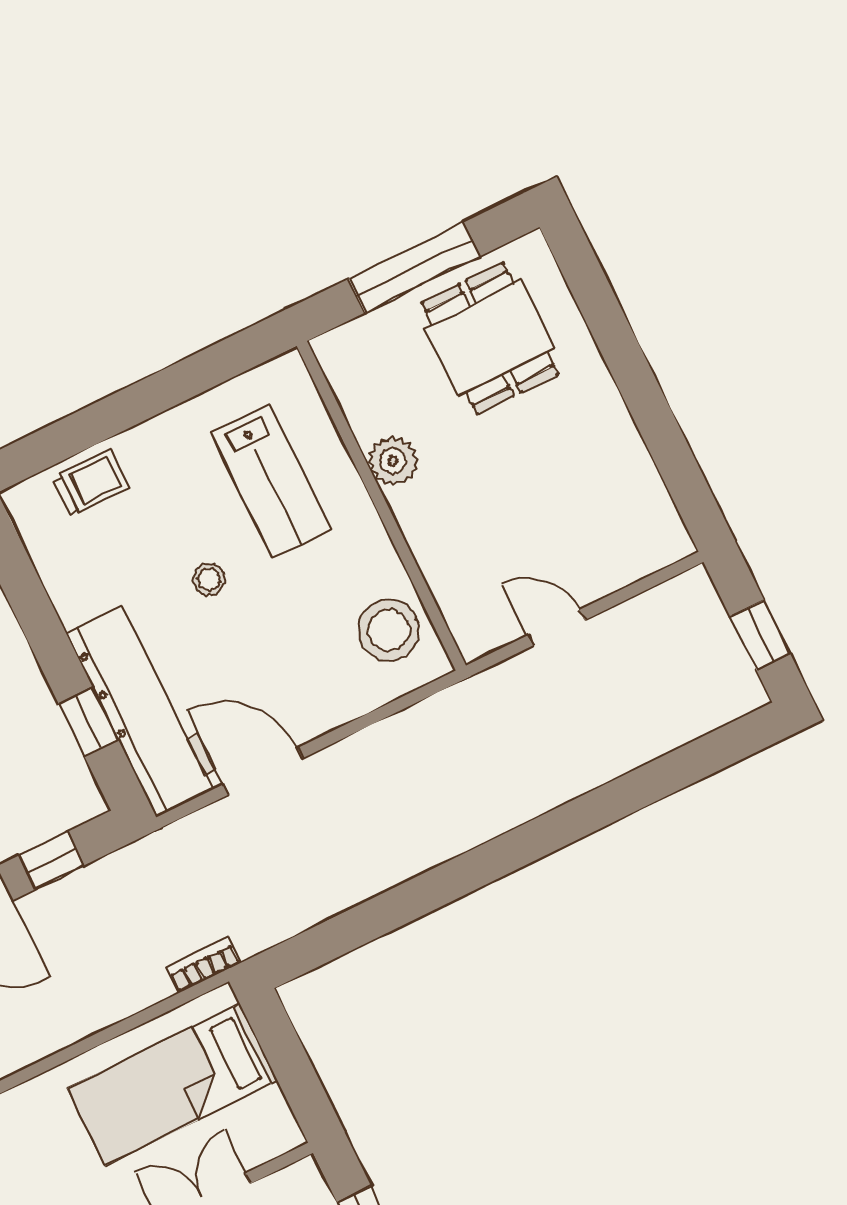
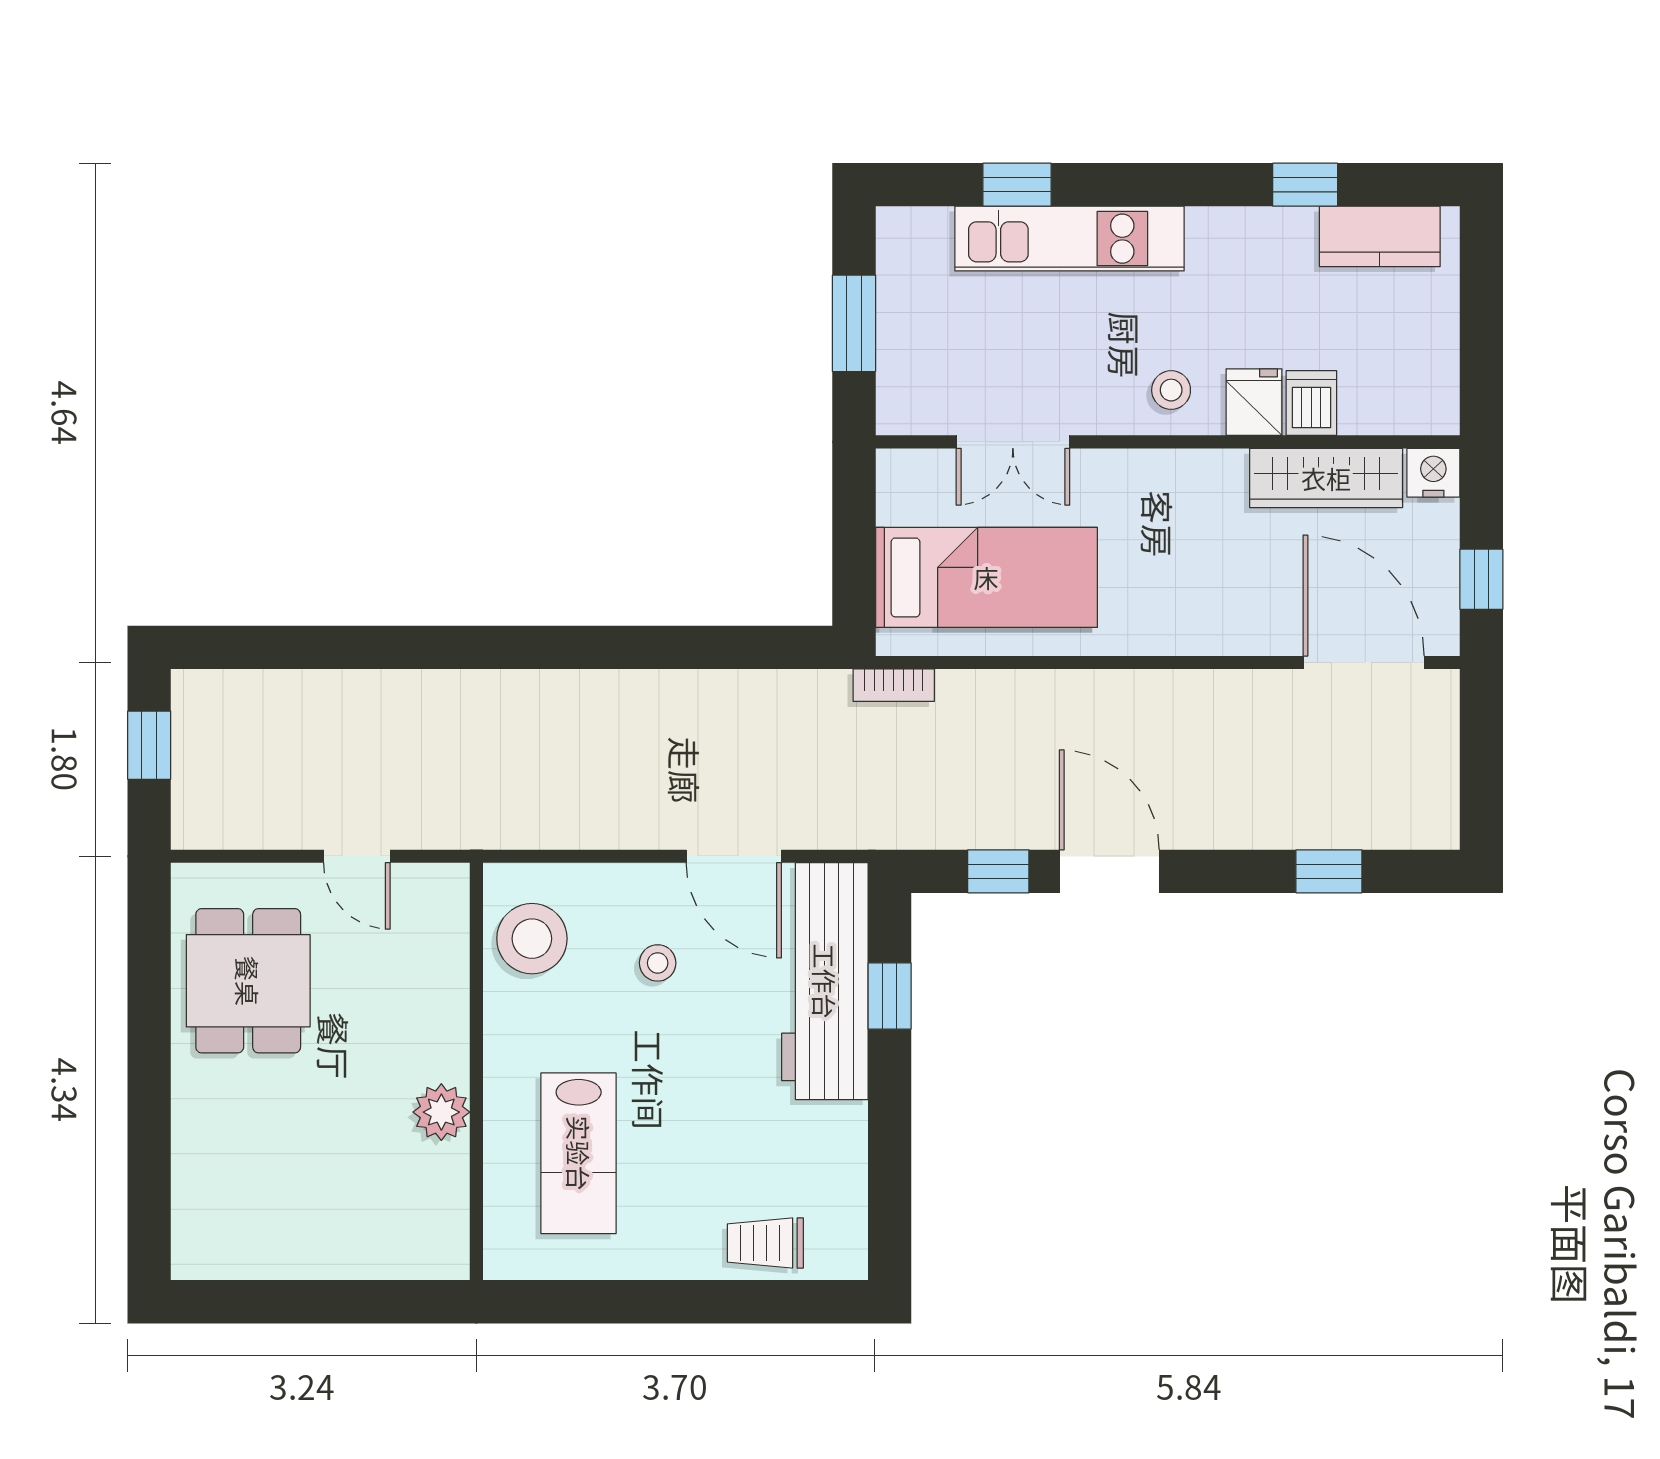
window: (414, 267) -> (321, 1302), removed
dining table: (490, 339) -> (248, 981), moved
lab bench: (271, 481) -> (579, 1153), turned 180
stool: (209, 579) -> (658, 963), moved

